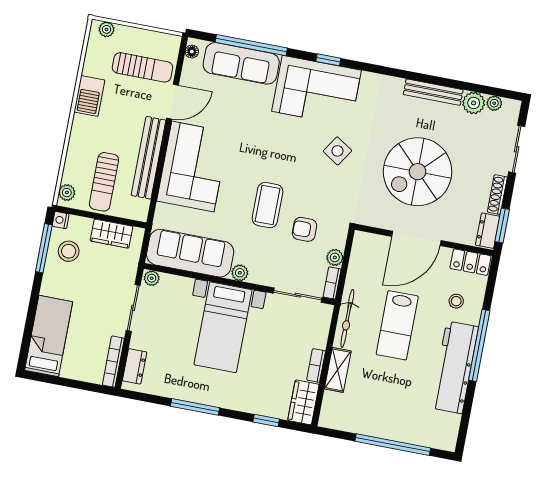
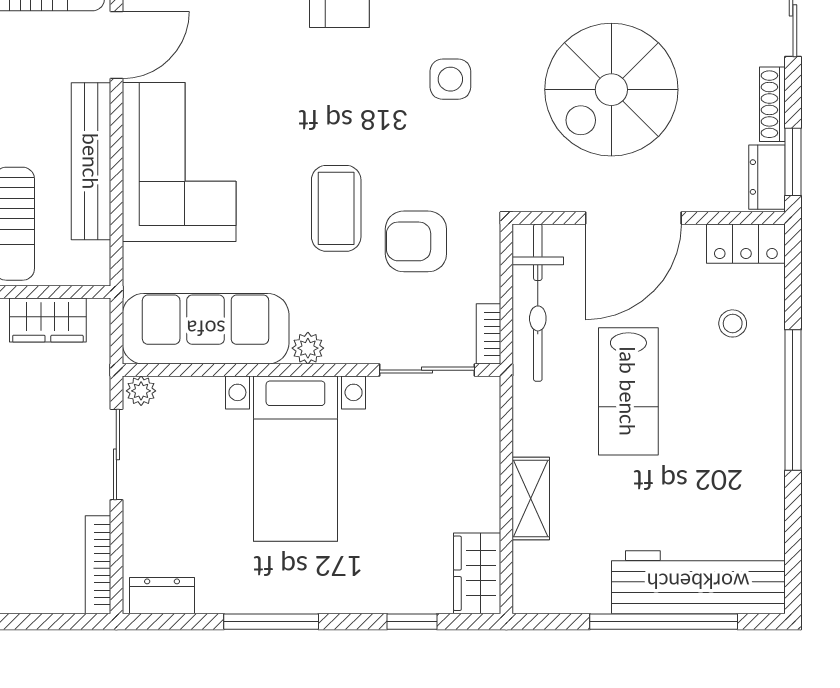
side table: (337, 151) -> (450, 79), turned -33
armchair: (304, 229) -> (416, 241), width x1.38, depth x1.38
plant: (335, 257) -> (484, 284), removed
bicycle: (347, 318) -> (538, 303), moved, width x1.37, depth x1.40
bookcase: (316, 365) -> (488, 498), removed
dresser: (135, 366) -> (162, 596), moved, turned -90
workbench: (454, 367) -> (698, 582), moved, turned 90

